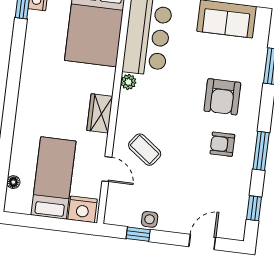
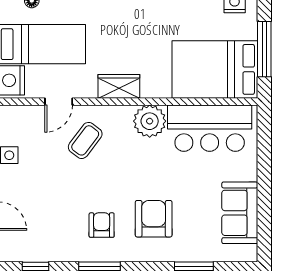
plant: (128, 82) -> (150, 121), width x1.88, depth x1.88
armchair: (222, 97) -> (154, 219), turned 90

